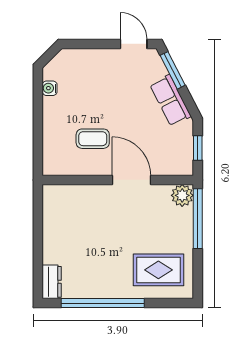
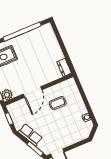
door: (131, 180) -> (33, 92), hinge flipped
dresser: (52, 282) -> (64, 67), moved

